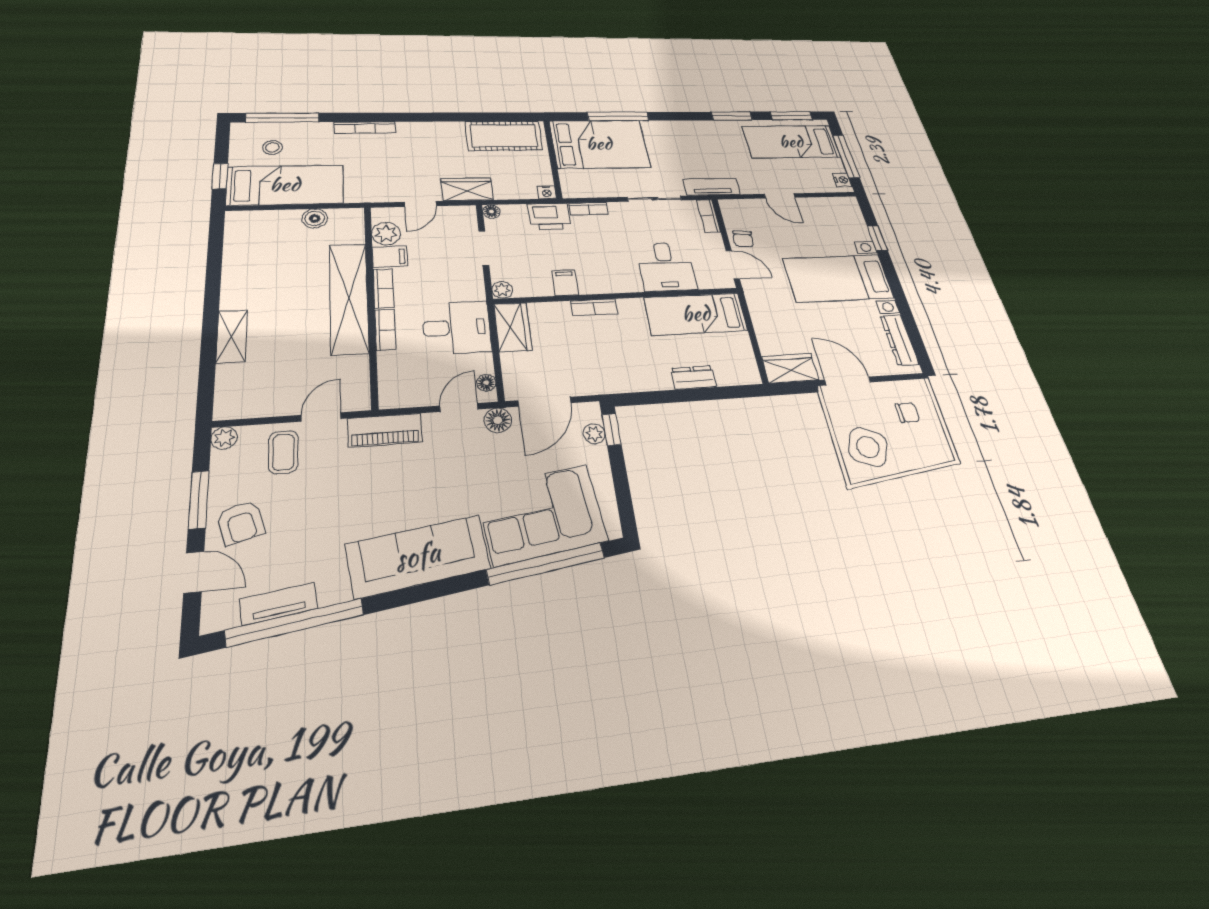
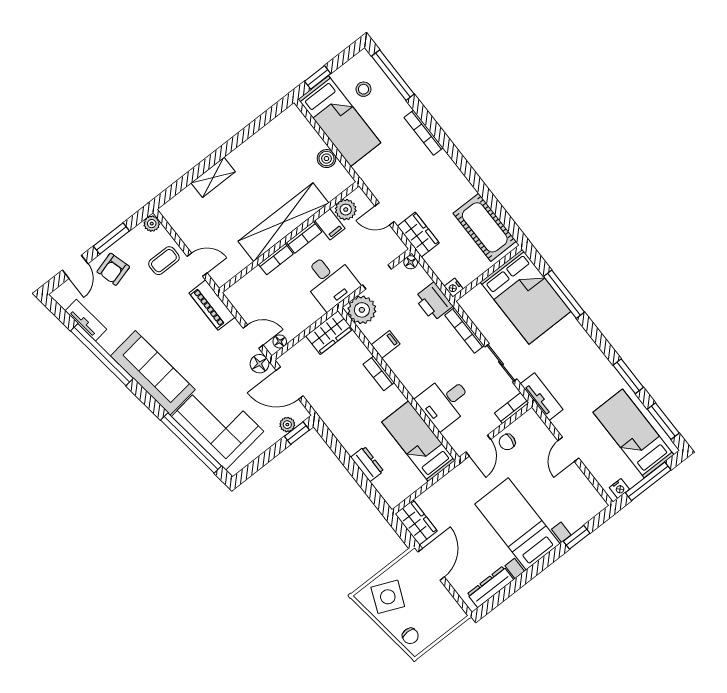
bookcase: (589, 209) -> (464, 330), width x1.56
plant: (502, 290) -> (362, 310), width x1.87, depth x1.87
desk: (457, 327) -> (330, 281), moved
chair: (907, 413) -> (410, 636), moved
window: (295, 622) -> (102, 355), moved

